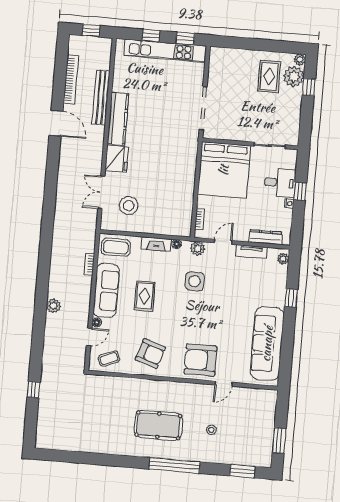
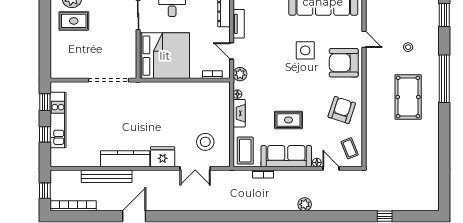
kitchen unit: (165, 51) -> (58, 120), width x0.73
bookcase: (71, 79) -> (73, 206), moved
side table: (195, 281) -> (305, 50), moved
armchair: (200, 360) -> (344, 63), turned 90

